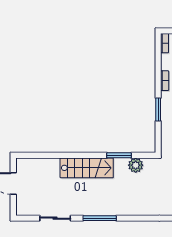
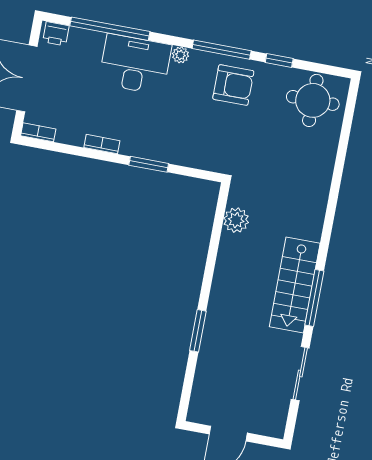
window: (119, 155) -> (198, 331), moved
stairs: (87, 168) -> (295, 285), moved, turned 180

